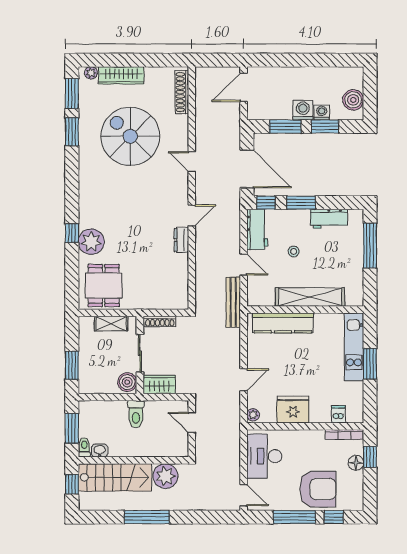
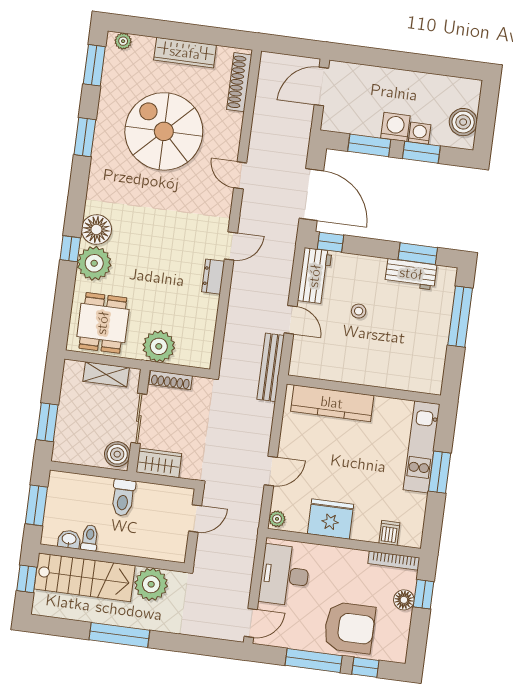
wardrobe: (121, 75) -> (185, 53), moved
window: (72, 132) -> (85, 137), moved
window: (301, 203) -> (418, 254), moved
floor lamp: (90, 216) -> (96, 229), added
plant: (148, 297) -> (159, 346), added
shelving: (310, 297) -> (372, 374), removed
door: (192, 423) -> (195, 518), swing flipped
toilet: (84, 447) -> (90, 538), moved
door: (244, 495) -> (251, 623), hinge flipped

